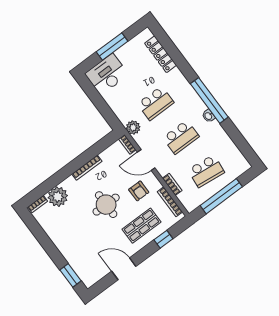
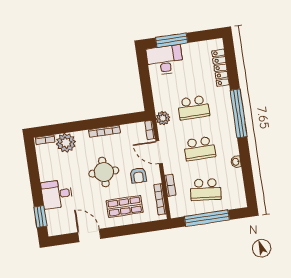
window: (112, 47) -> (172, 40), moved
window: (209, 100) -> (239, 113), moved
washbasin: (209, 116) -> (236, 162), moved
window: (163, 239) -> (137, 228), removed
desk: (75, 247) -> (57, 194), added

